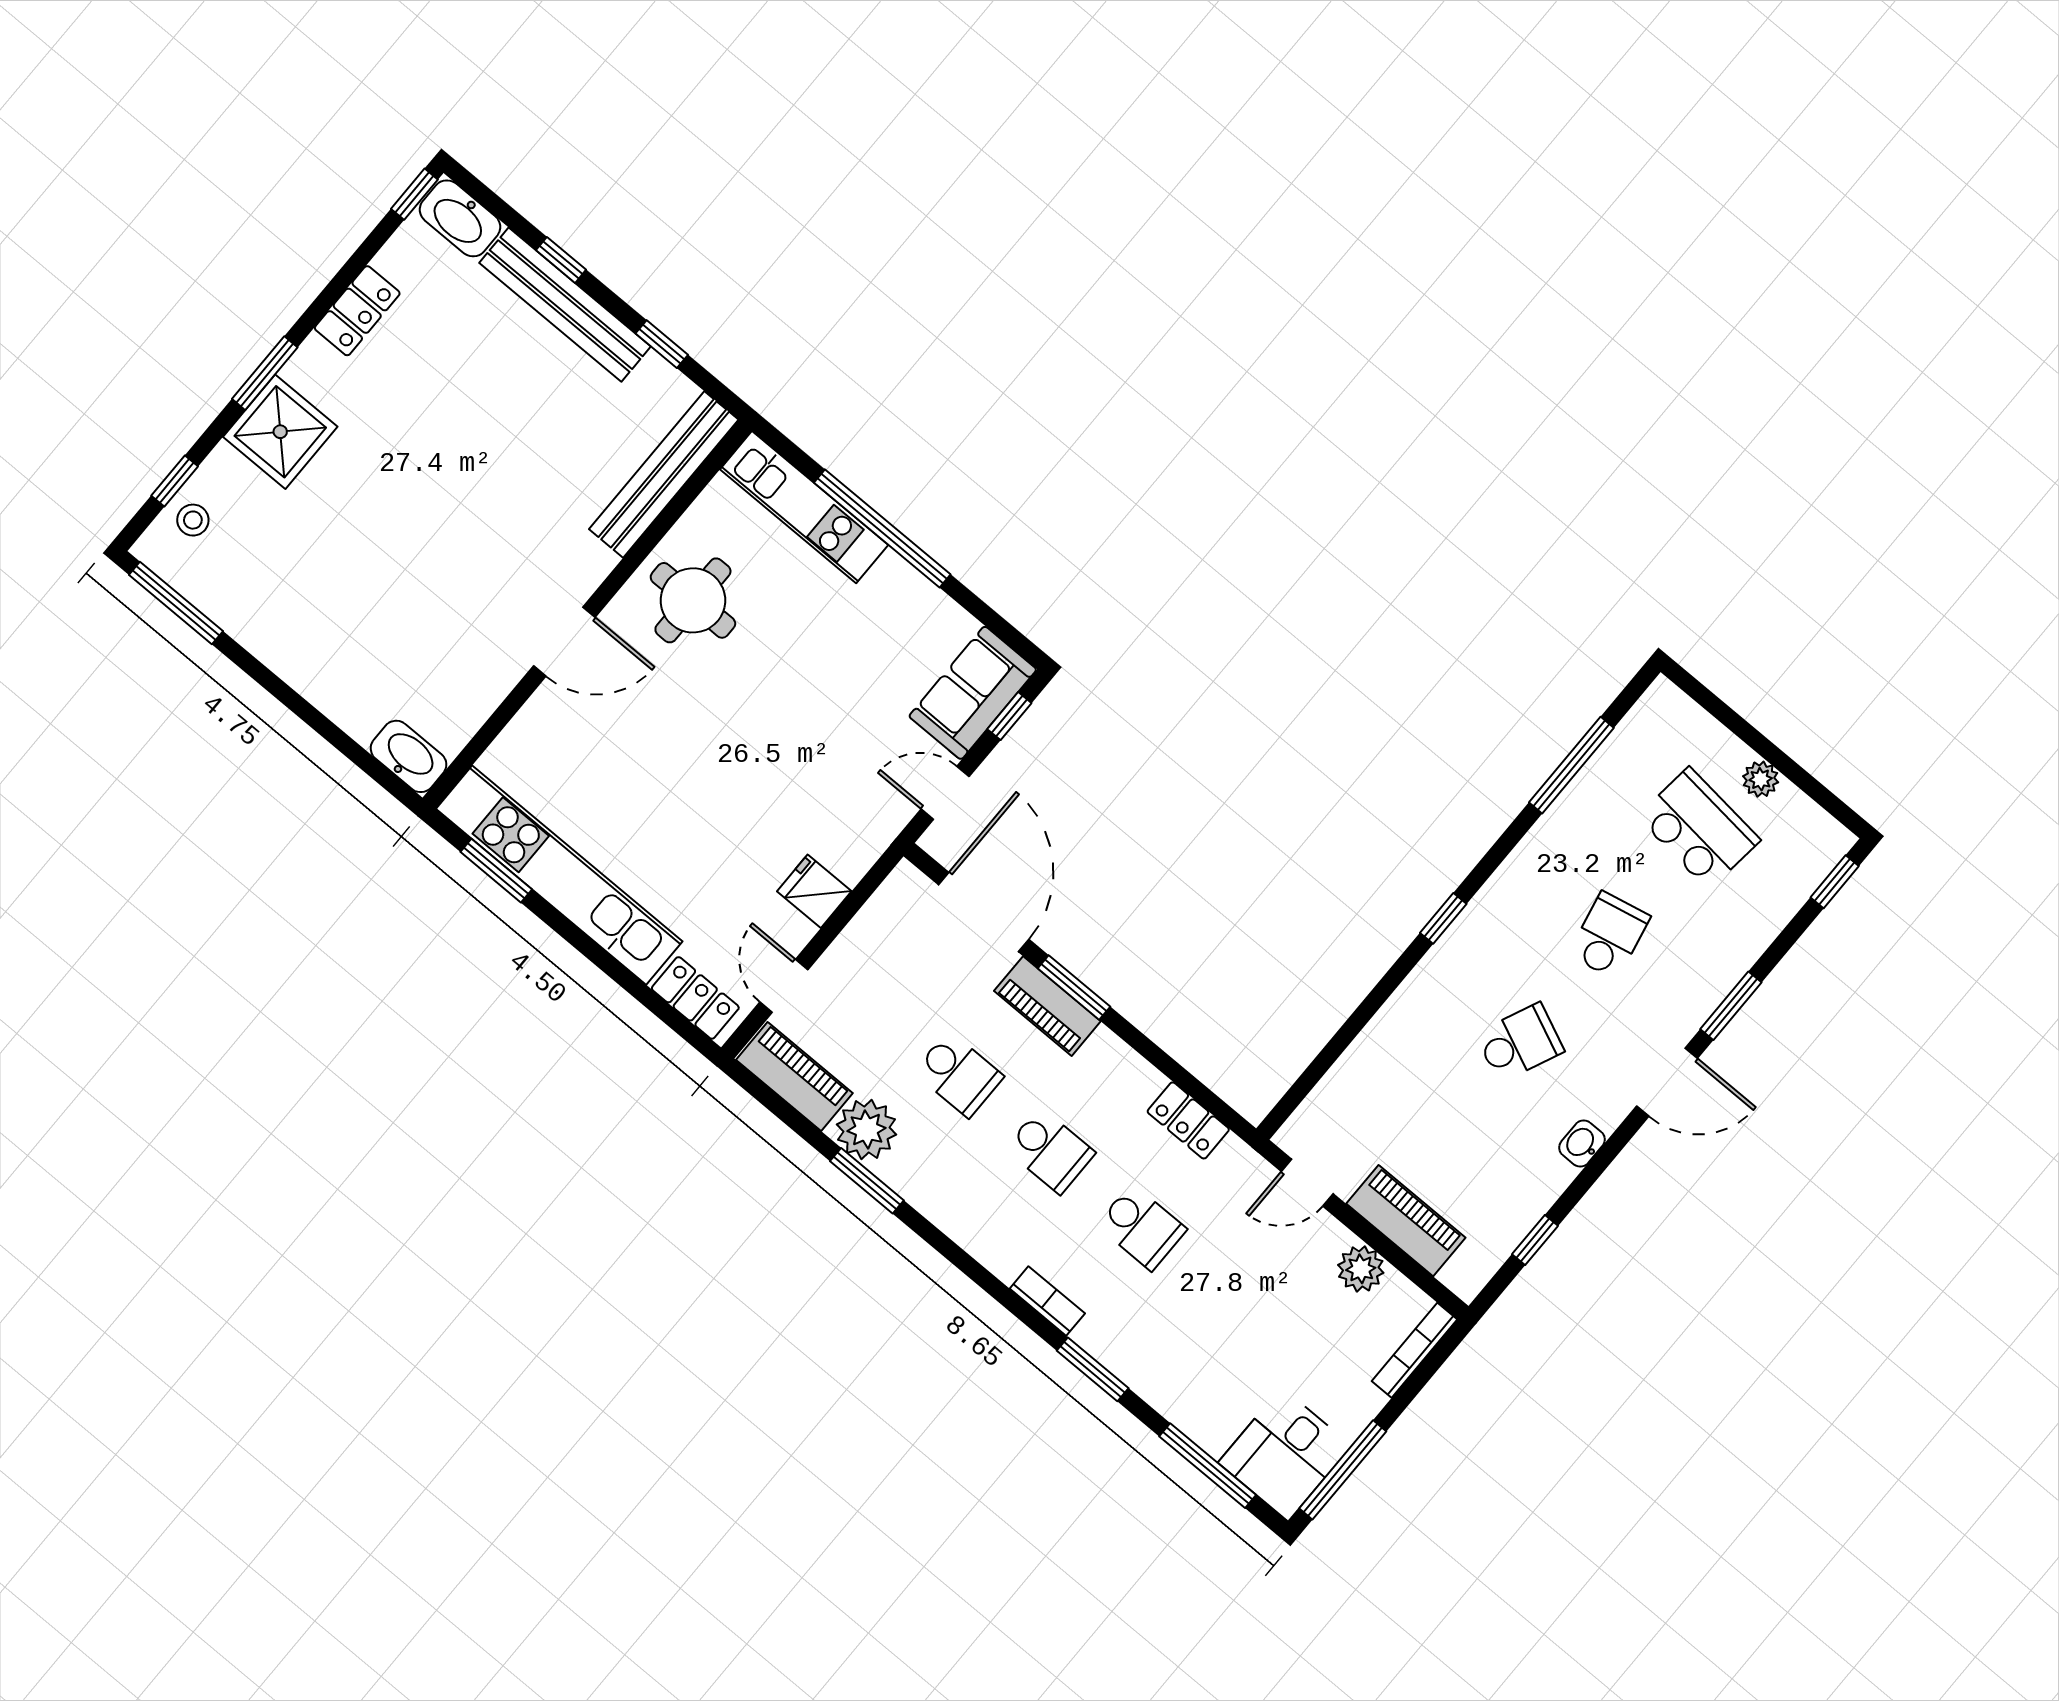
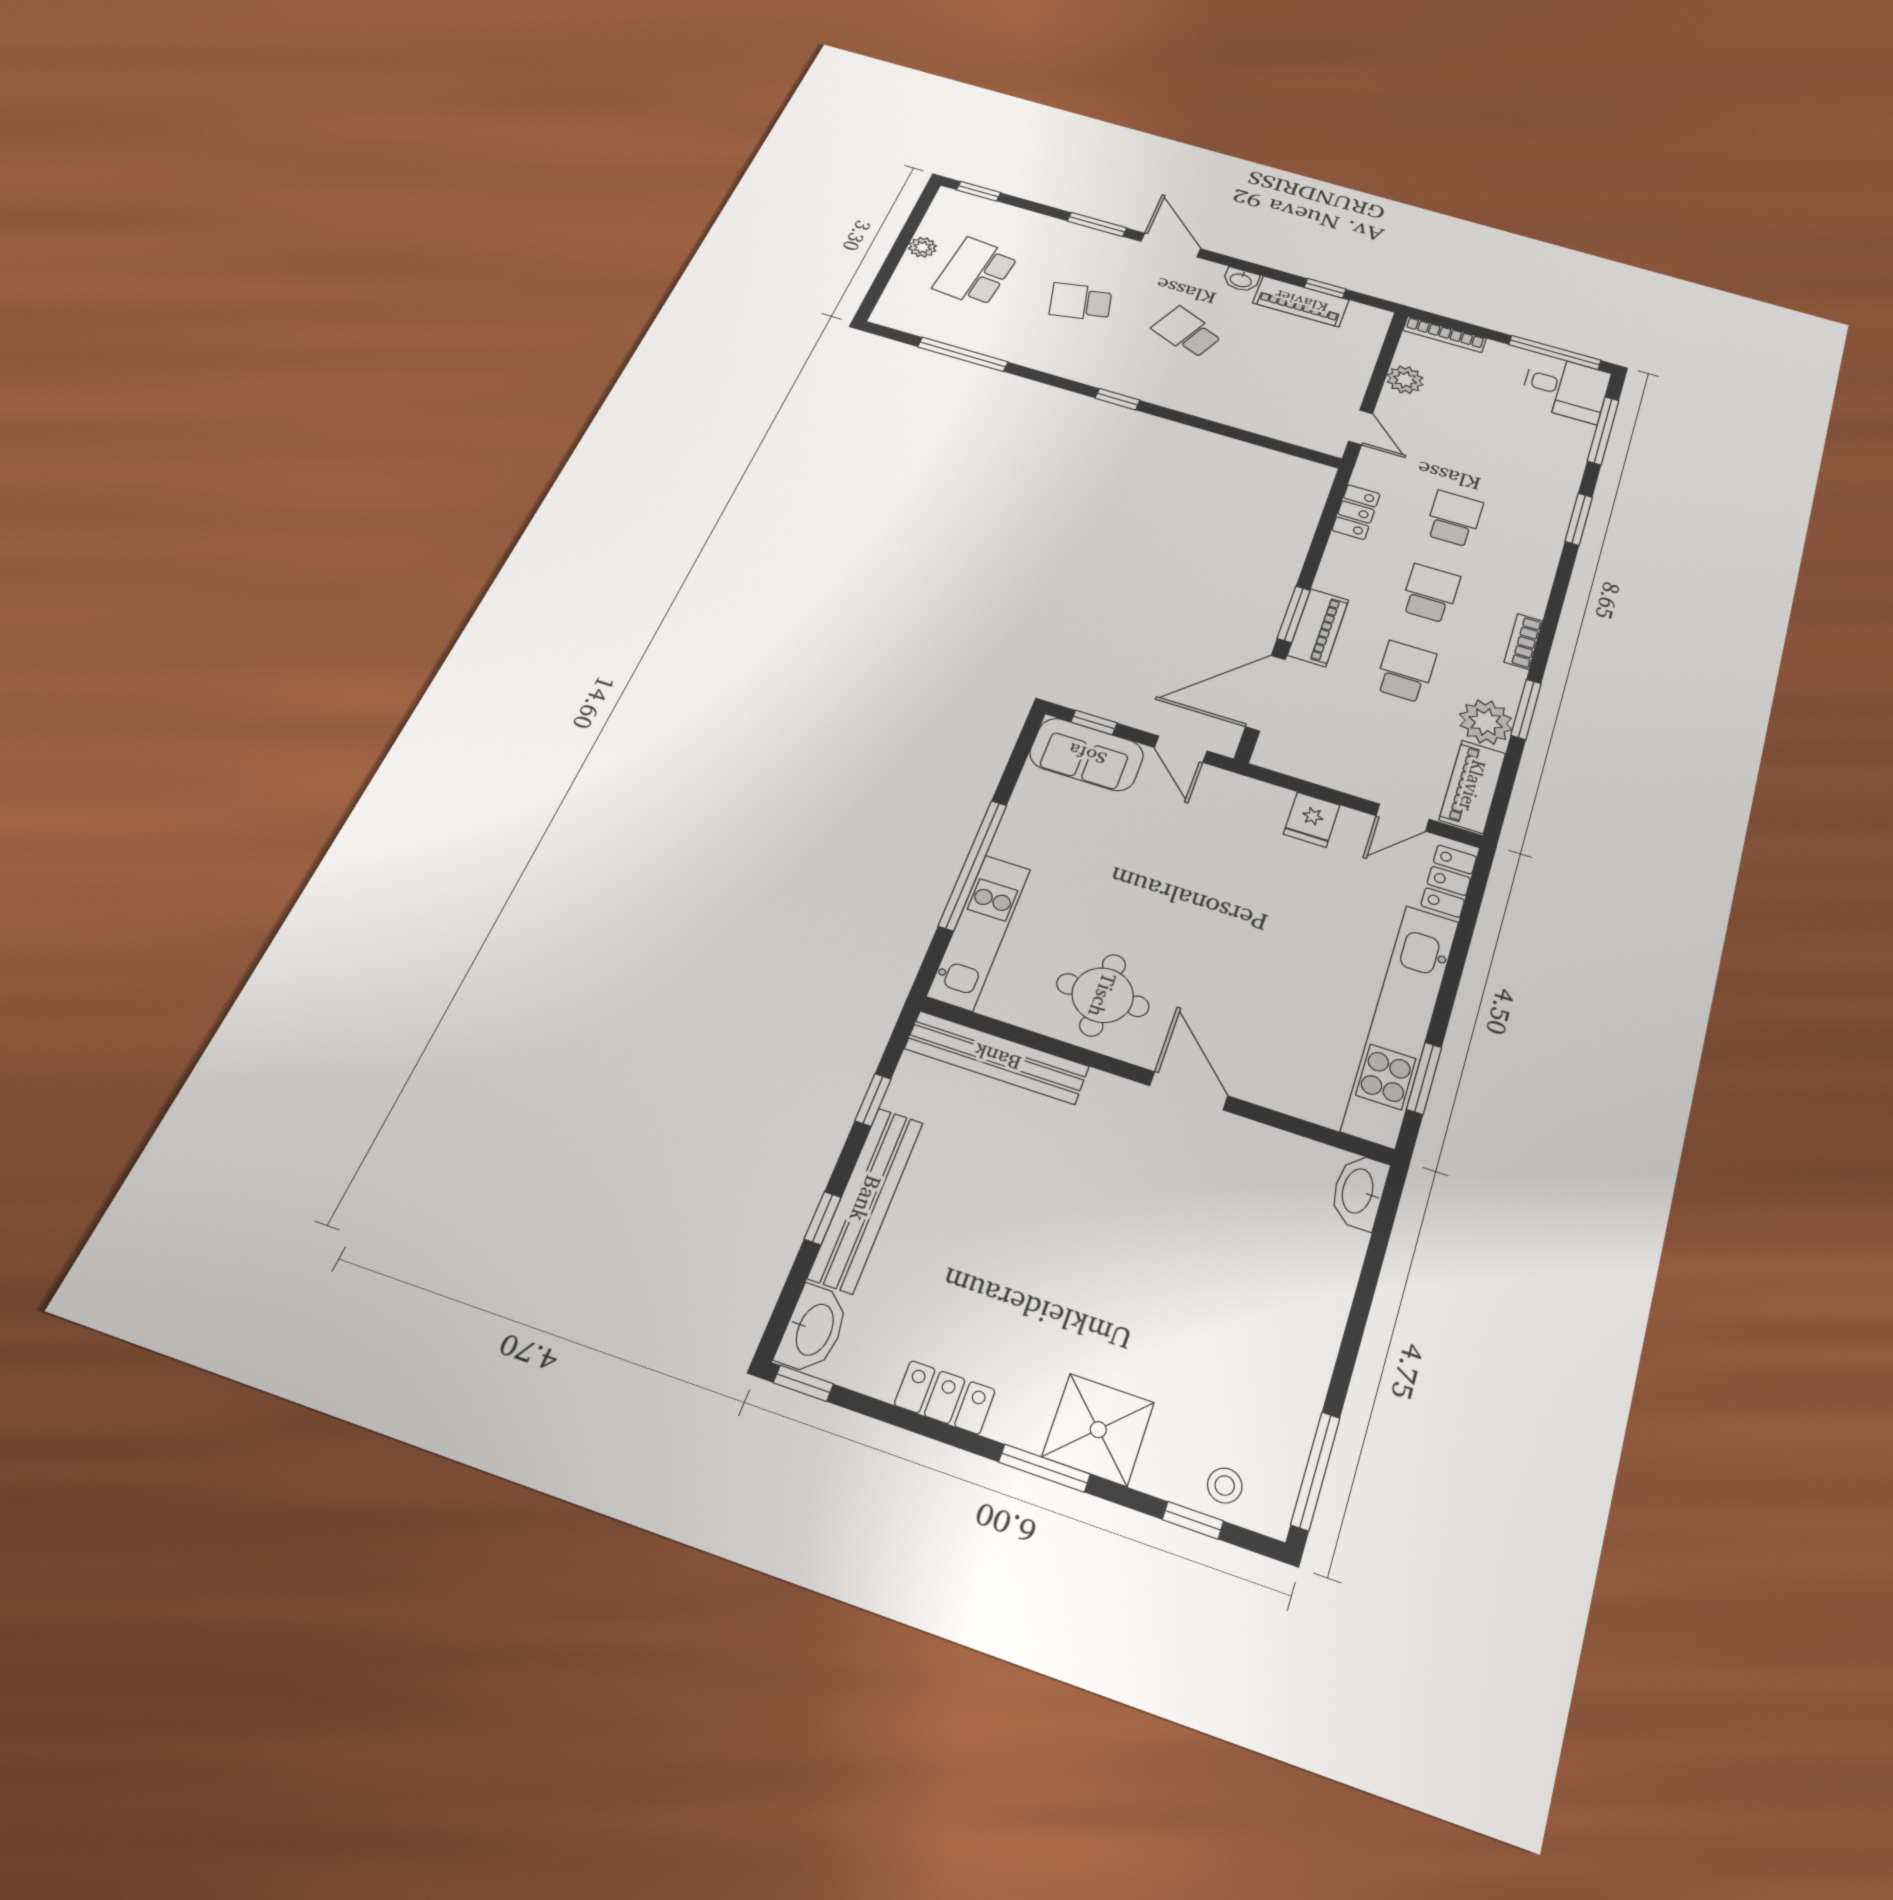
piano: (1406, 1221) -> (1301, 301), moved, turned -90
bookcase: (1047, 1301) -> (1523, 641), moved

